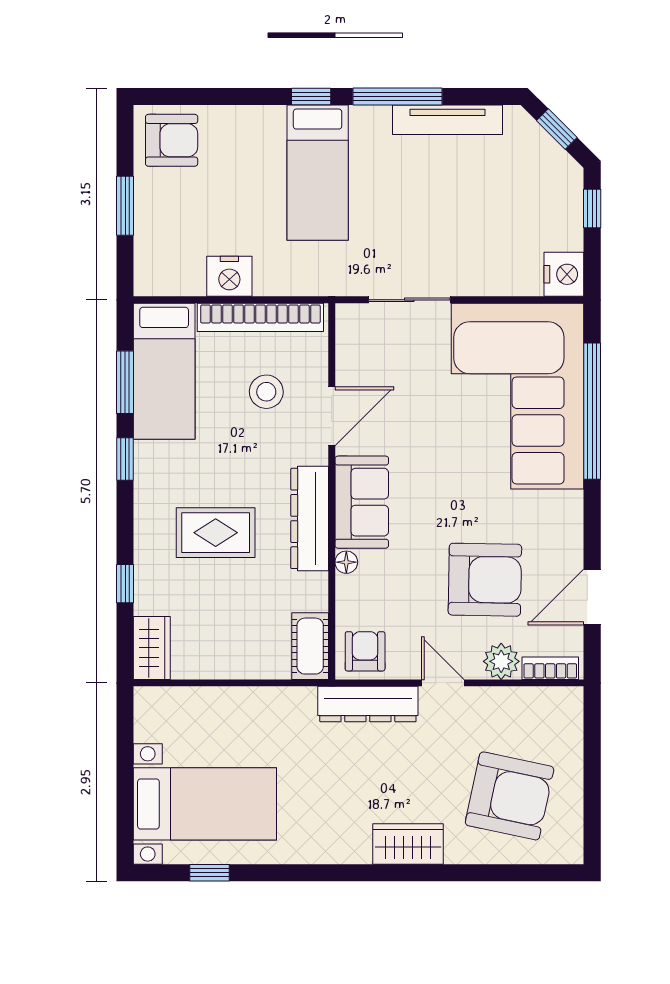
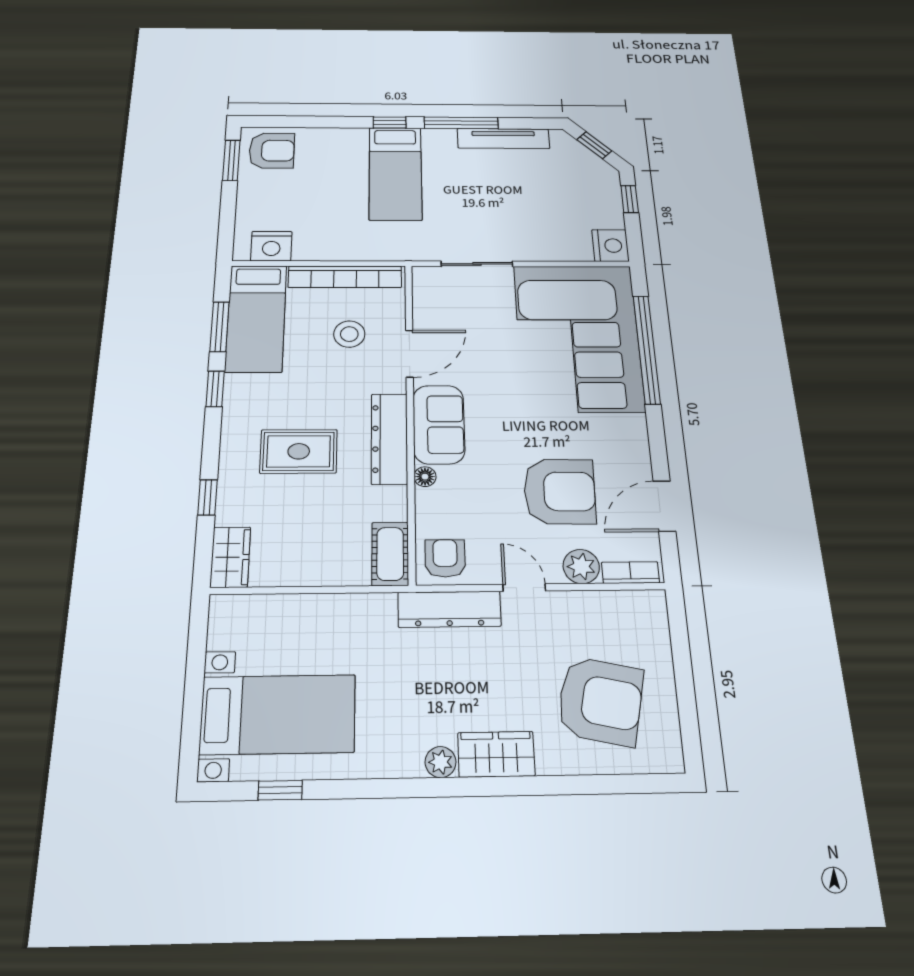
window: (125, 206) -> (231, 160), moved
nightstand: (229, 276) -> (271, 246), moved
plant: (356, 850) -> (441, 762), added

